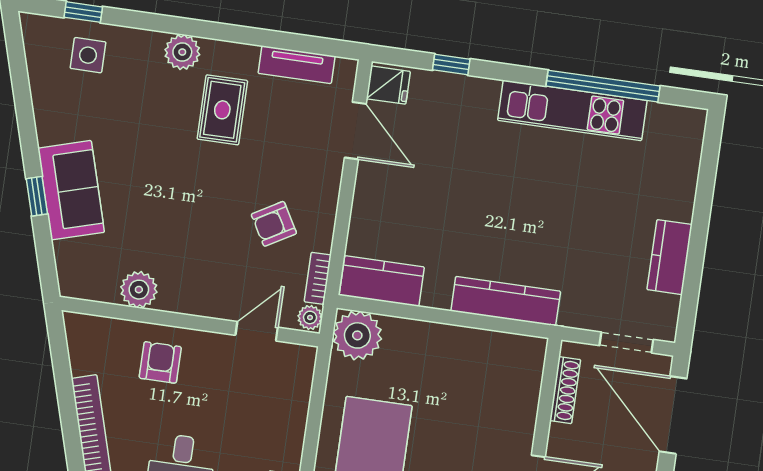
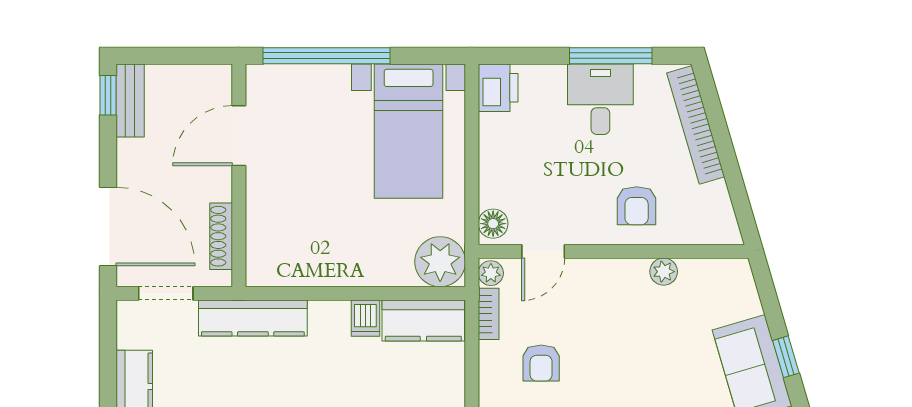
armchair: (274, 224) -> (541, 363), turned 120
plant: (139, 290) -> (664, 272), width x0.73, depth x0.73
dishwasher: (437, 291) -> (365, 318), added
kitchen counter: (506, 301) -> (253, 318), moved
floor lamp: (301, 365) -> (493, 224), added

